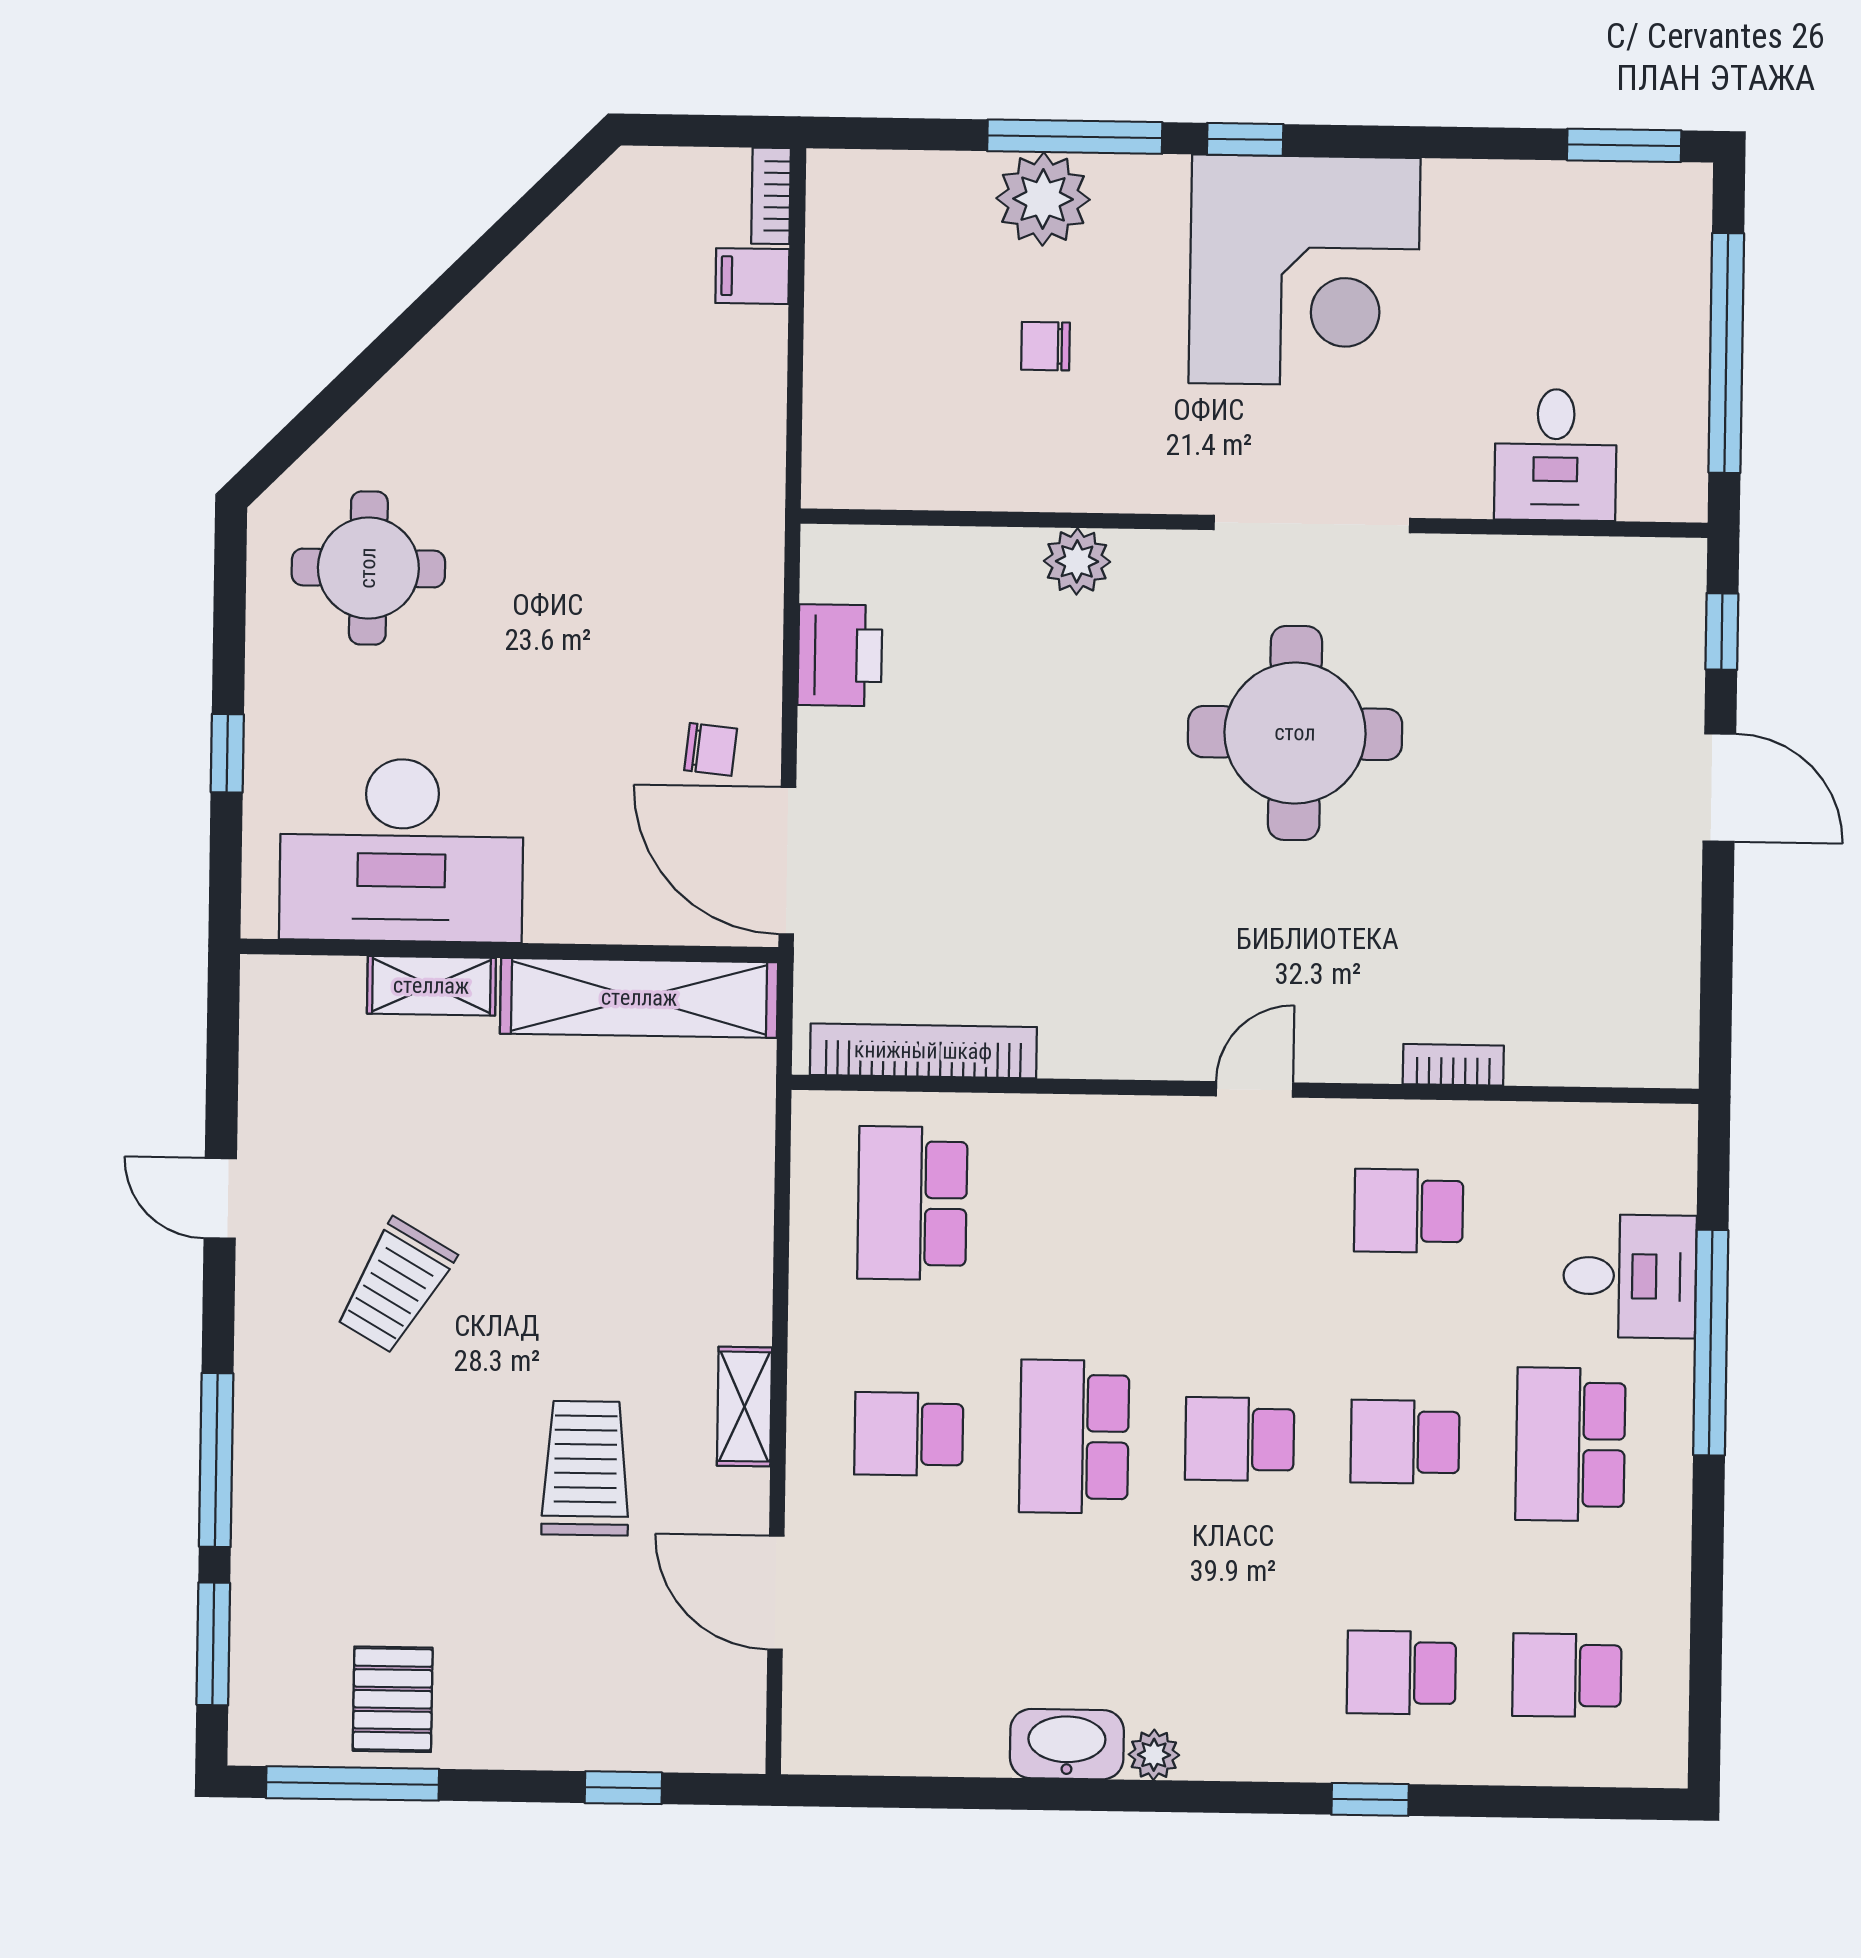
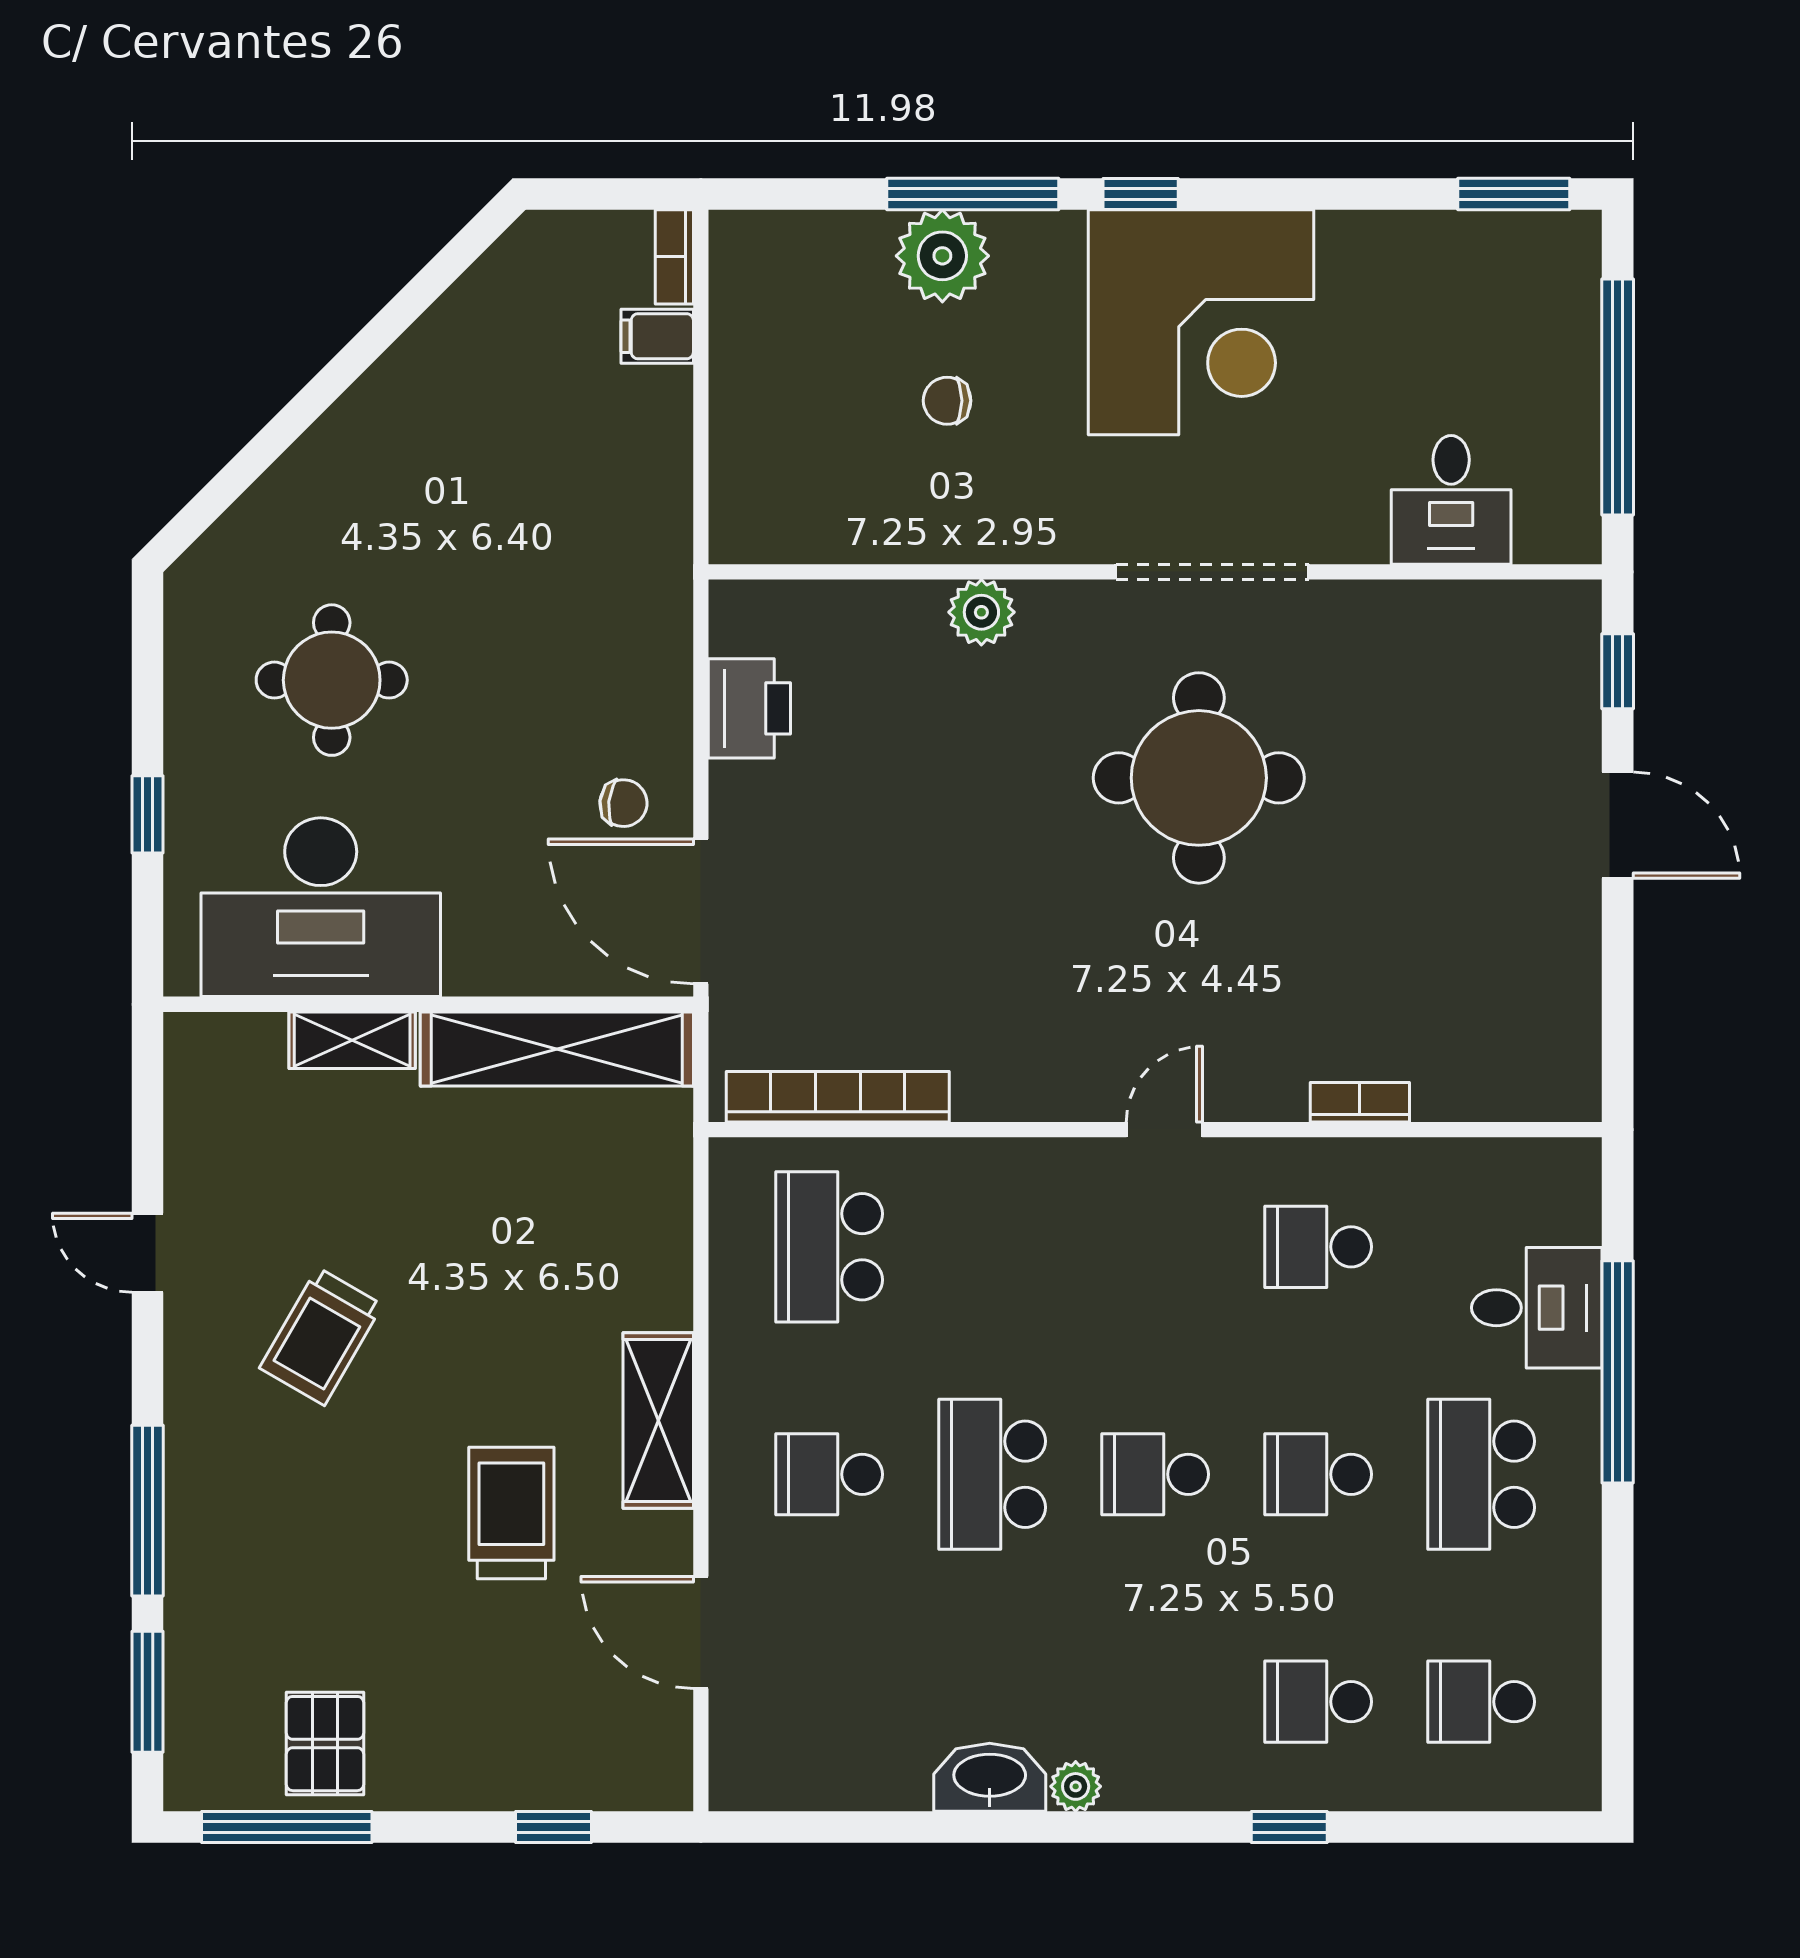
round table: (368, 568) -> (332, 680), moved
shelving: (744, 1407) -> (658, 1421), width x1.50, depth x1.33

